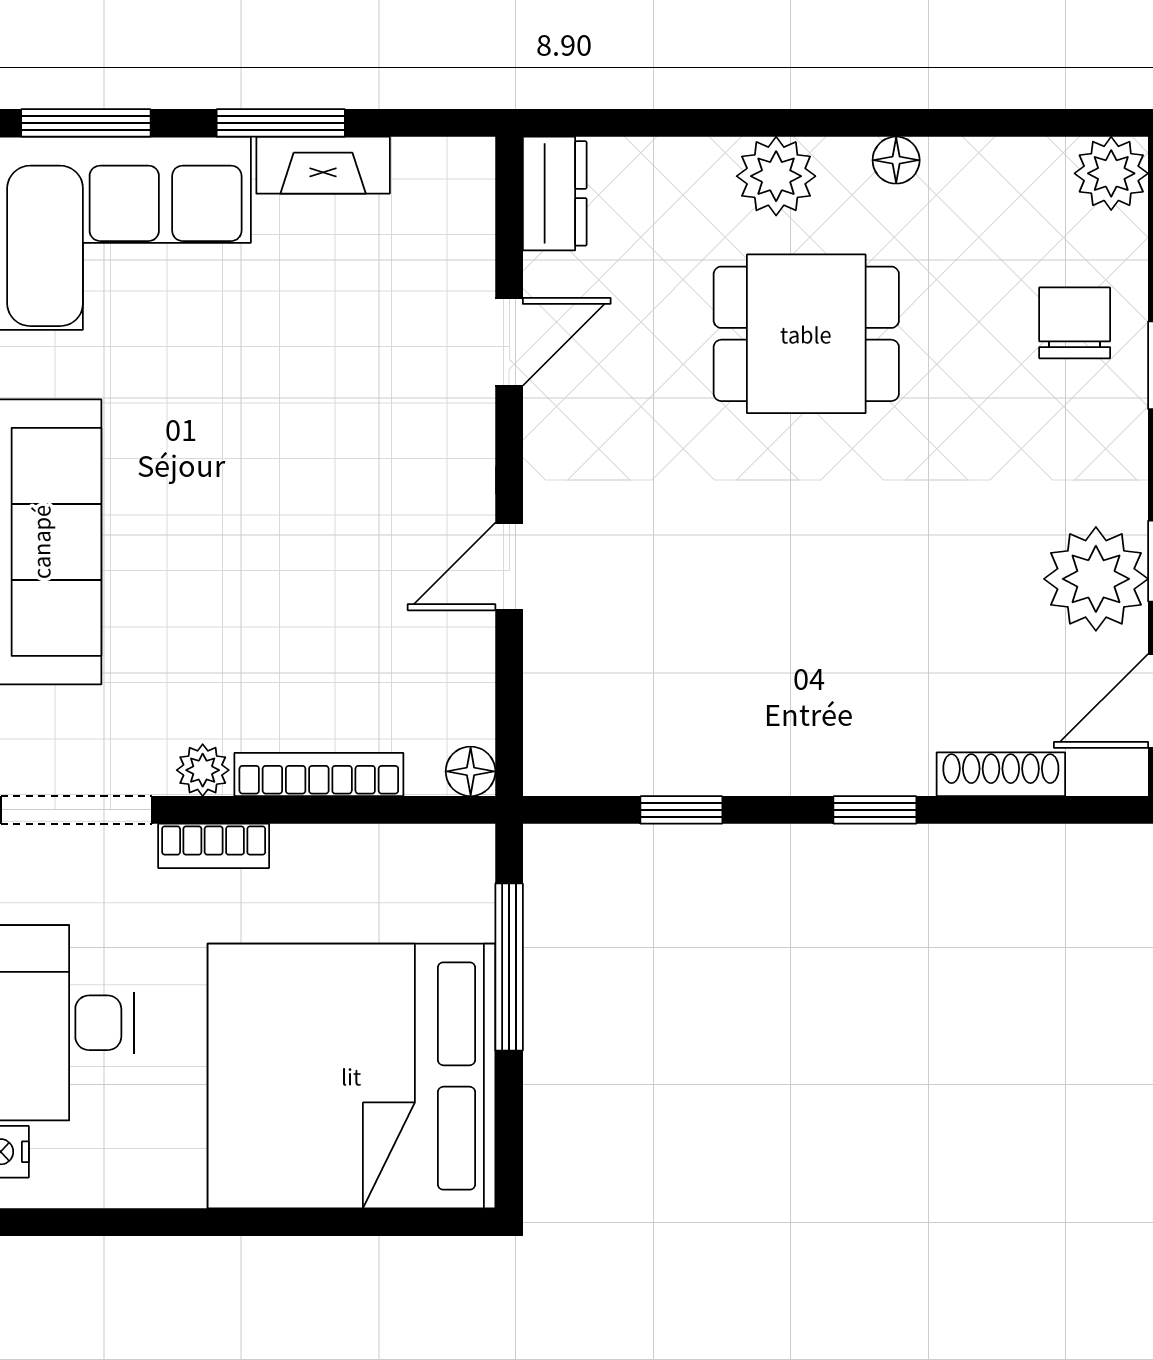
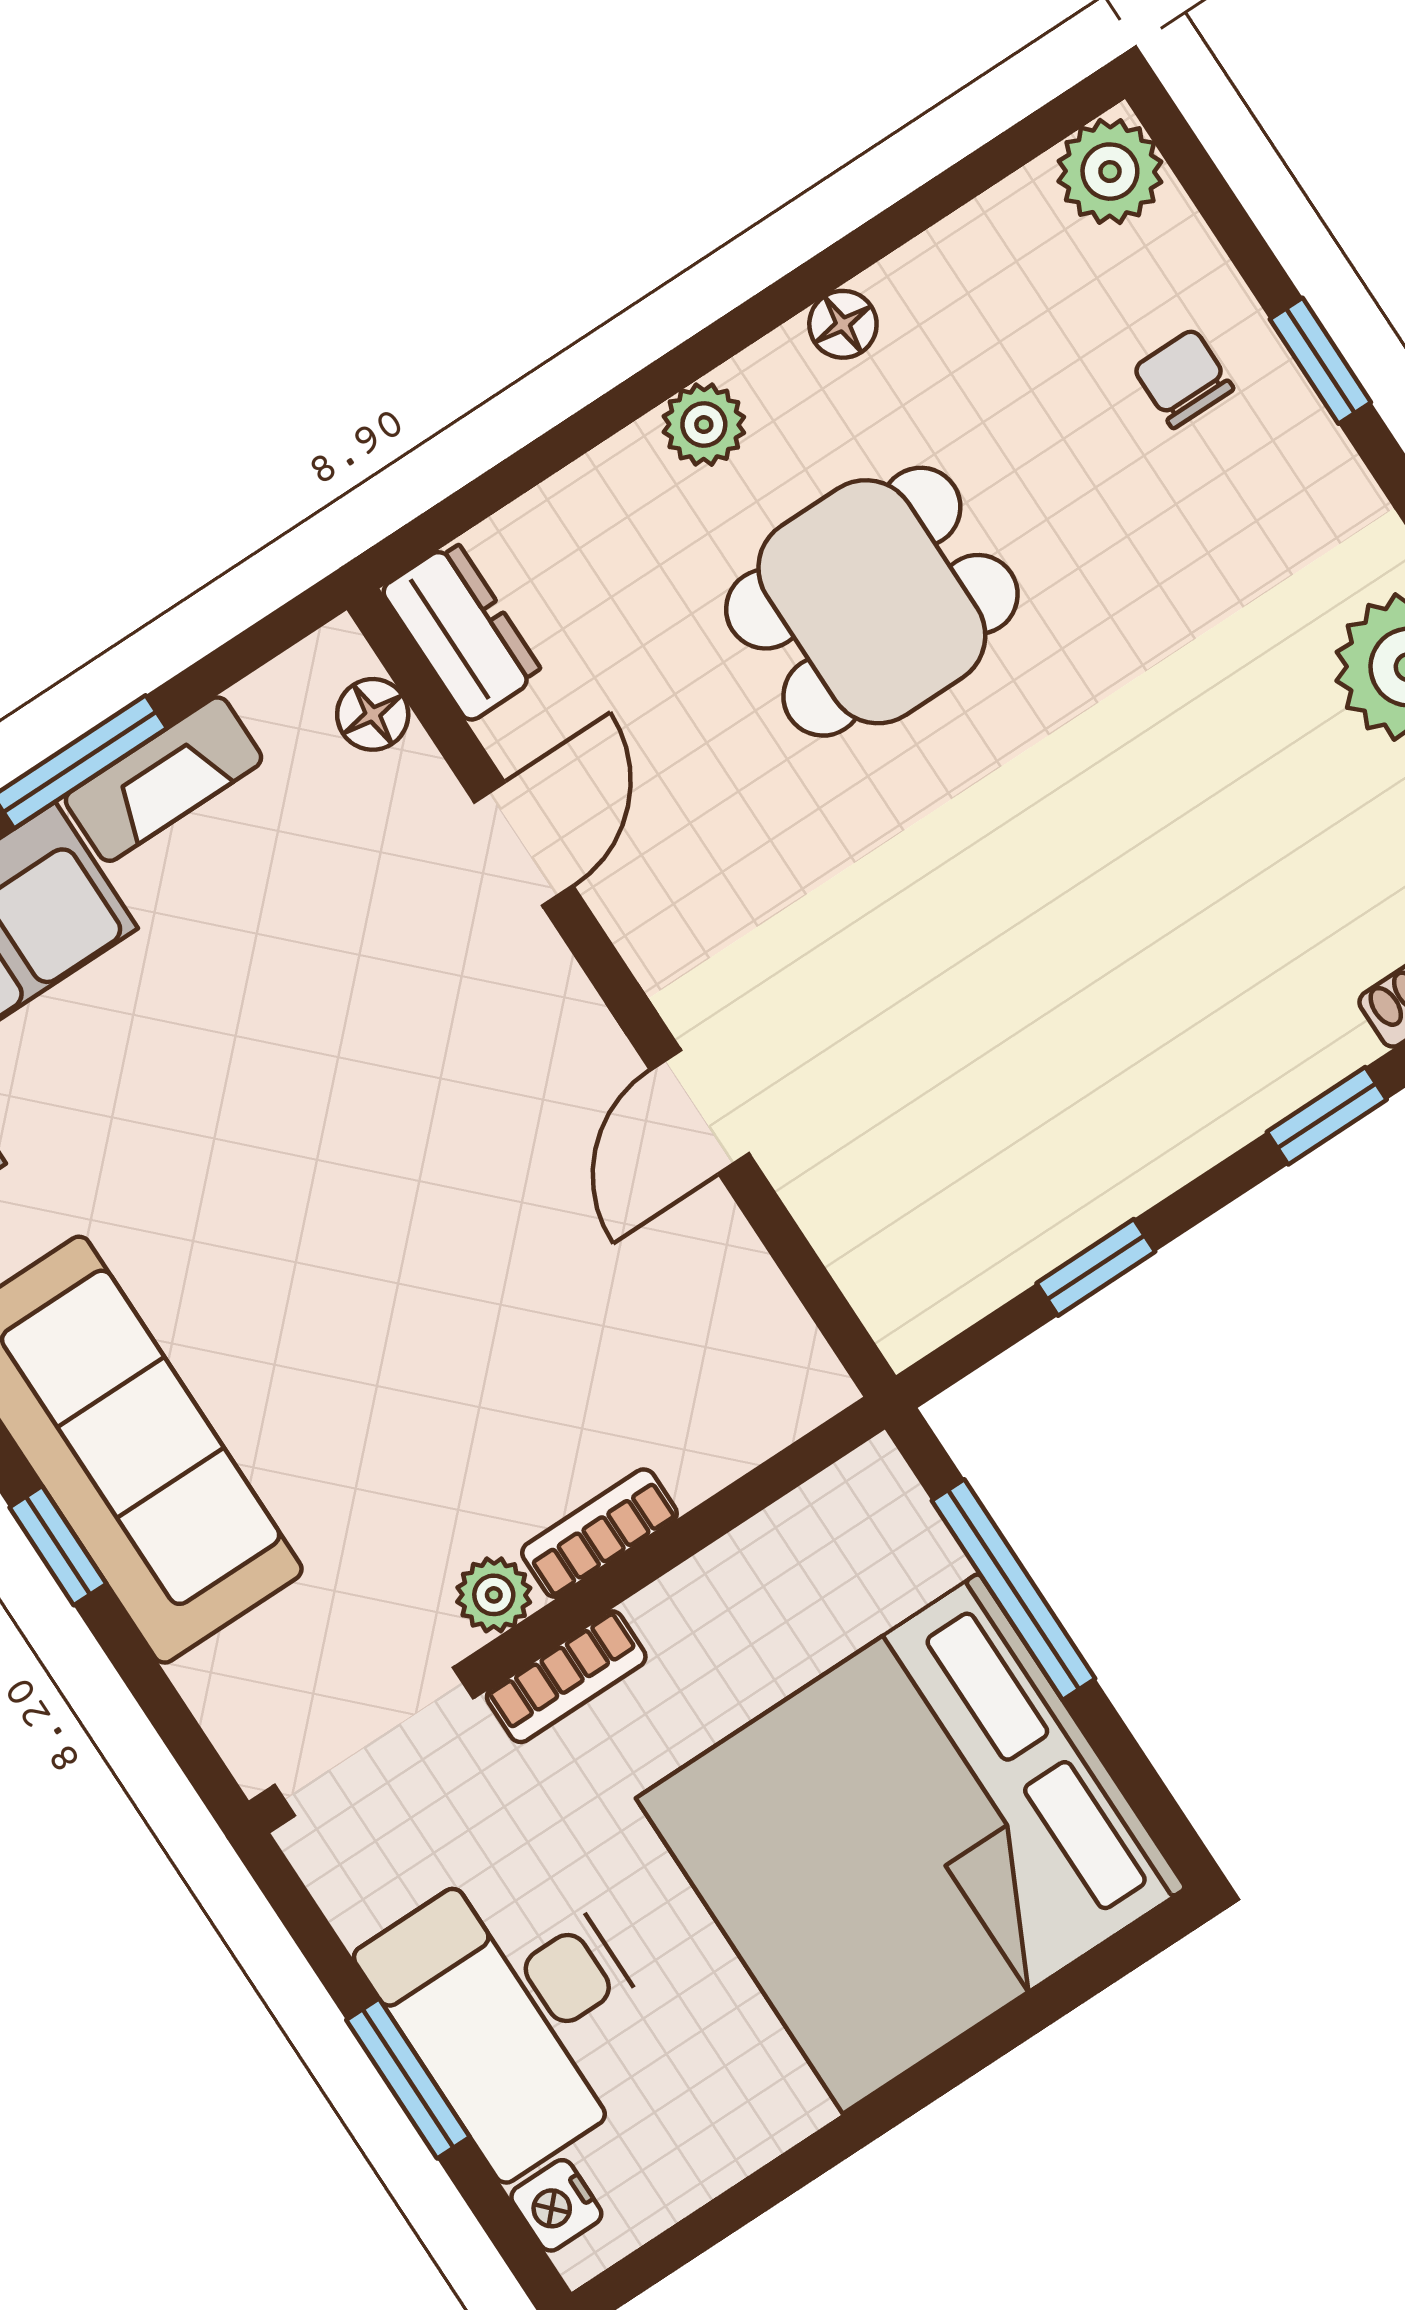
plant: (776, 176) -> (704, 425), width x0.73, depth x0.73
chair: (1075, 323) -> (1183, 378), width x0.73, depth x0.73
floor lamp: (471, 771) -> (373, 714), moved
bookcase: (319, 775) -> (599, 1533), width x0.64

